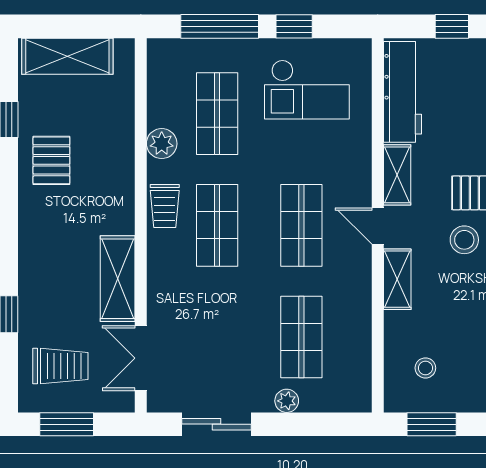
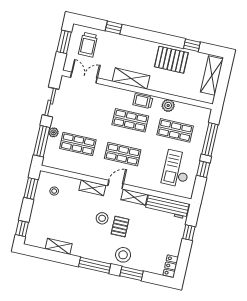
pallet: (51, 160) -> (171, 60), width x1.50, depth x1.42
shelving: (118, 279) -> (131, 79), moved
window: (314, 424) -> (42, 141), added

